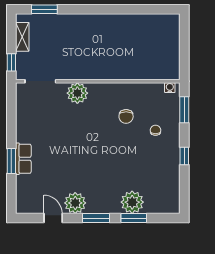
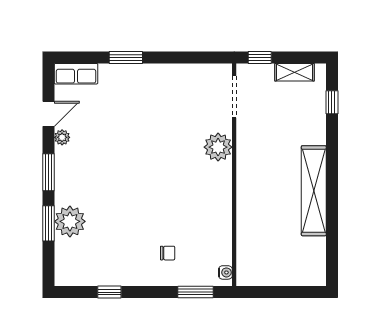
window: (44, 9) -> (332, 102), width x0.67
shelving: (110, 23) -> (314, 191), added
chair: (126, 116) -> (186, 213), removed
window: (184, 156) -> (109, 292), moved
row of seats: (23, 159) -> (76, 74), moved
plant: (75, 203) -> (62, 137), width x0.53, depth x0.53

